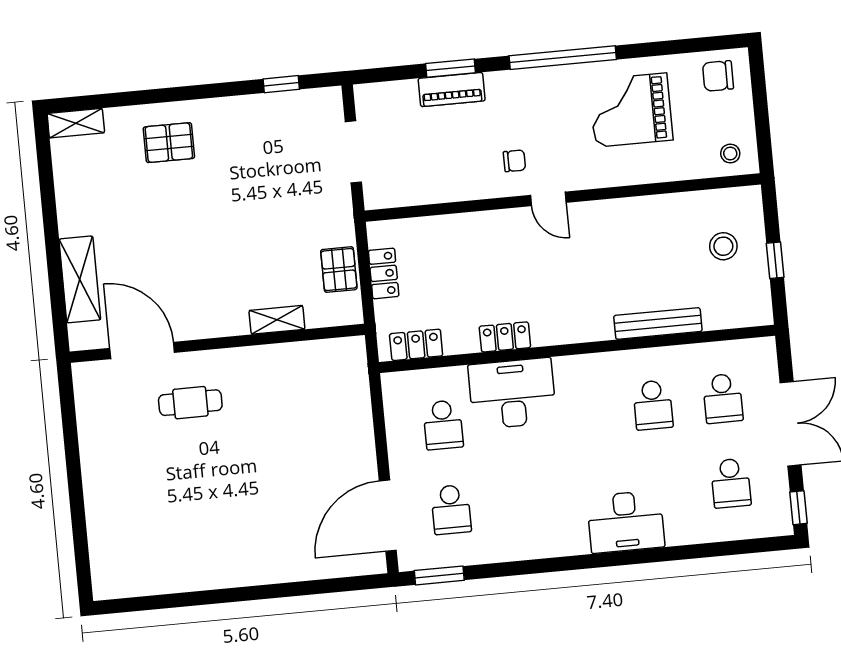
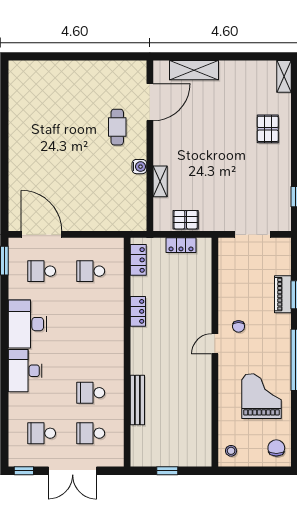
stool: (723, 246) -> (178, 442), removed
water cooler: (255, 358) -> (139, 167), added
desk: (512, 394) -> (27, 324), moved, turned 180

